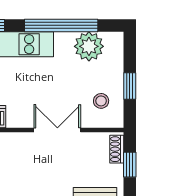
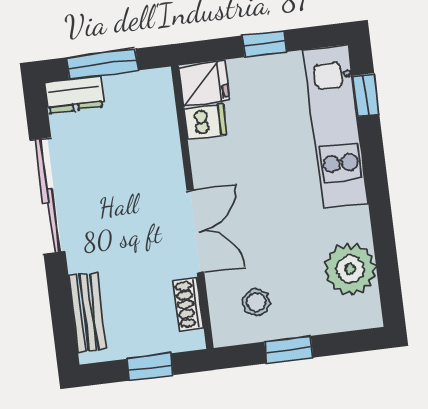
window: (61, 25) -> (381, 215), removed
shoe rack: (117, 149) -> (188, 304), moved, turned -90

